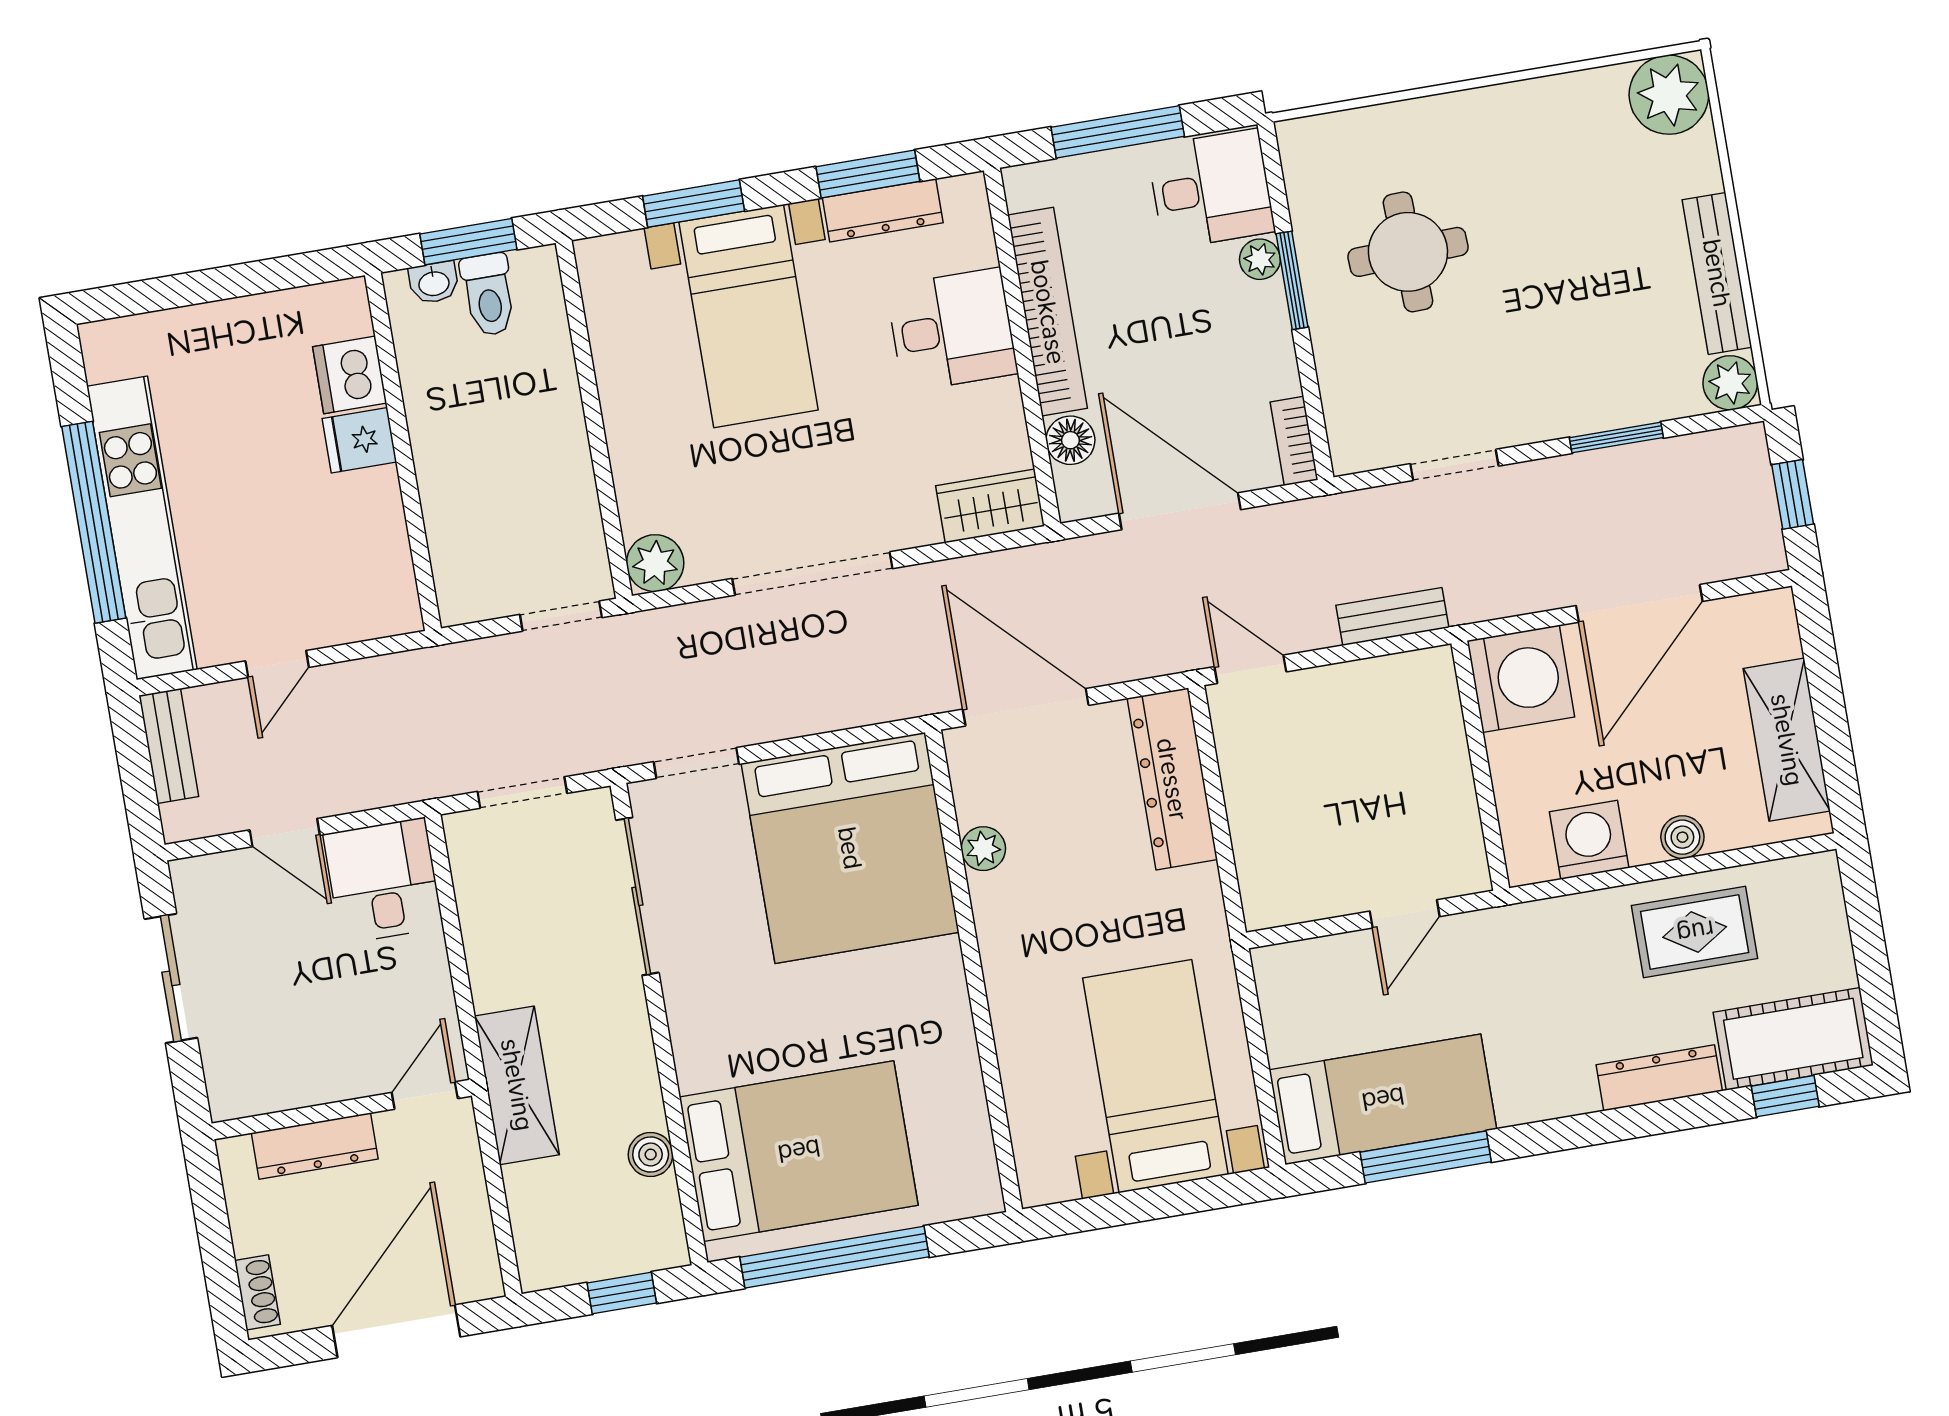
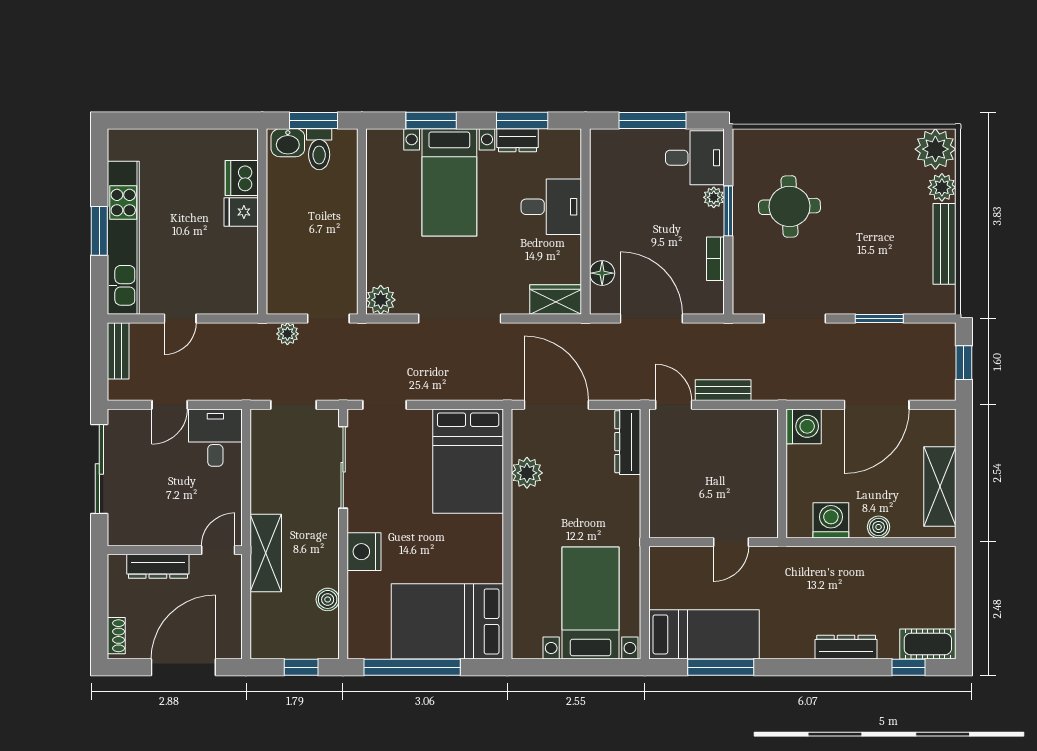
dresser: (883, 210) -> (517, 140), width x0.70
washbasin: (434, 283) -> (288, 143), width x1.38, depth x1.45
bookcase: (1048, 312) -> (601, 206), removed
plant: (1730, 383) -> (942, 187), moved
bookcase: (1294, 441) -> (715, 259), moved
doorway: (1454, 465) -> (795, 319), width x1.38
window: (94, 522) -> (99, 231), width x0.47
bench: (1392, 616) -> (723, 390), moved
plant: (488, 658) -> (287, 334), added
washing machine: (1521, 679) -> (804, 426), width x0.73, depth x0.73
dresser: (1172, 779) -> (628, 442), width x0.73, depth x0.80
door: (285, 833) -> (170, 405), hinge flipped
bed: (850, 848) -> (468, 461), width x0.73
plant: (983, 849) -> (527, 473), width x1.38, depth x1.38
rug: (1695, 932) -> (877, 576), removed
sliding door: (171, 978) -> (99, 469), width x1.37
cot: (1793, 1039) -> (928, 644), width x0.73, depth x0.75
nightstand: (705, 1051) -> (364, 552), added
bed: (799, 1151) -> (447, 621), moved, turned 180

